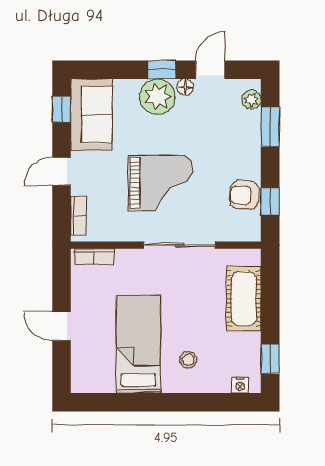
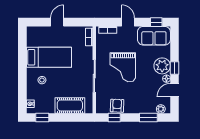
door: (210, 70) -> (174, 90), swing flipped

